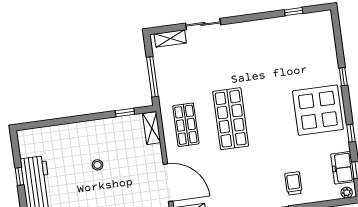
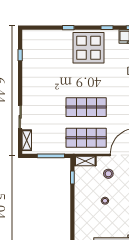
shop shelf: (186, 125) -> (86, 138), width x1.43, depth x1.36
stool: (138, 164) -> (108, 174), added

